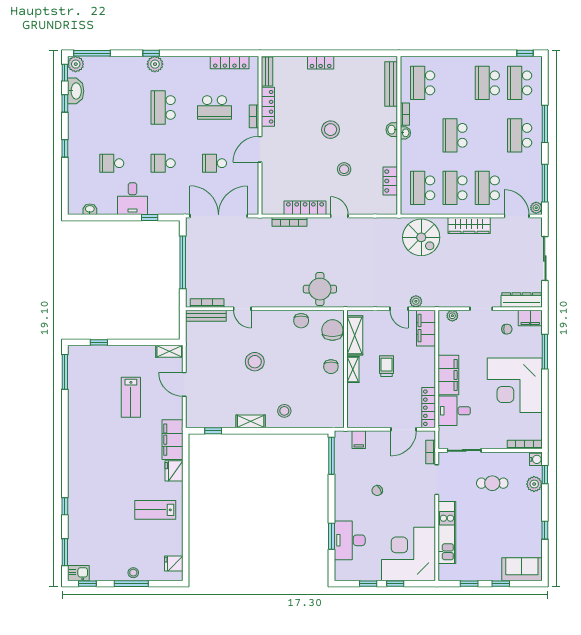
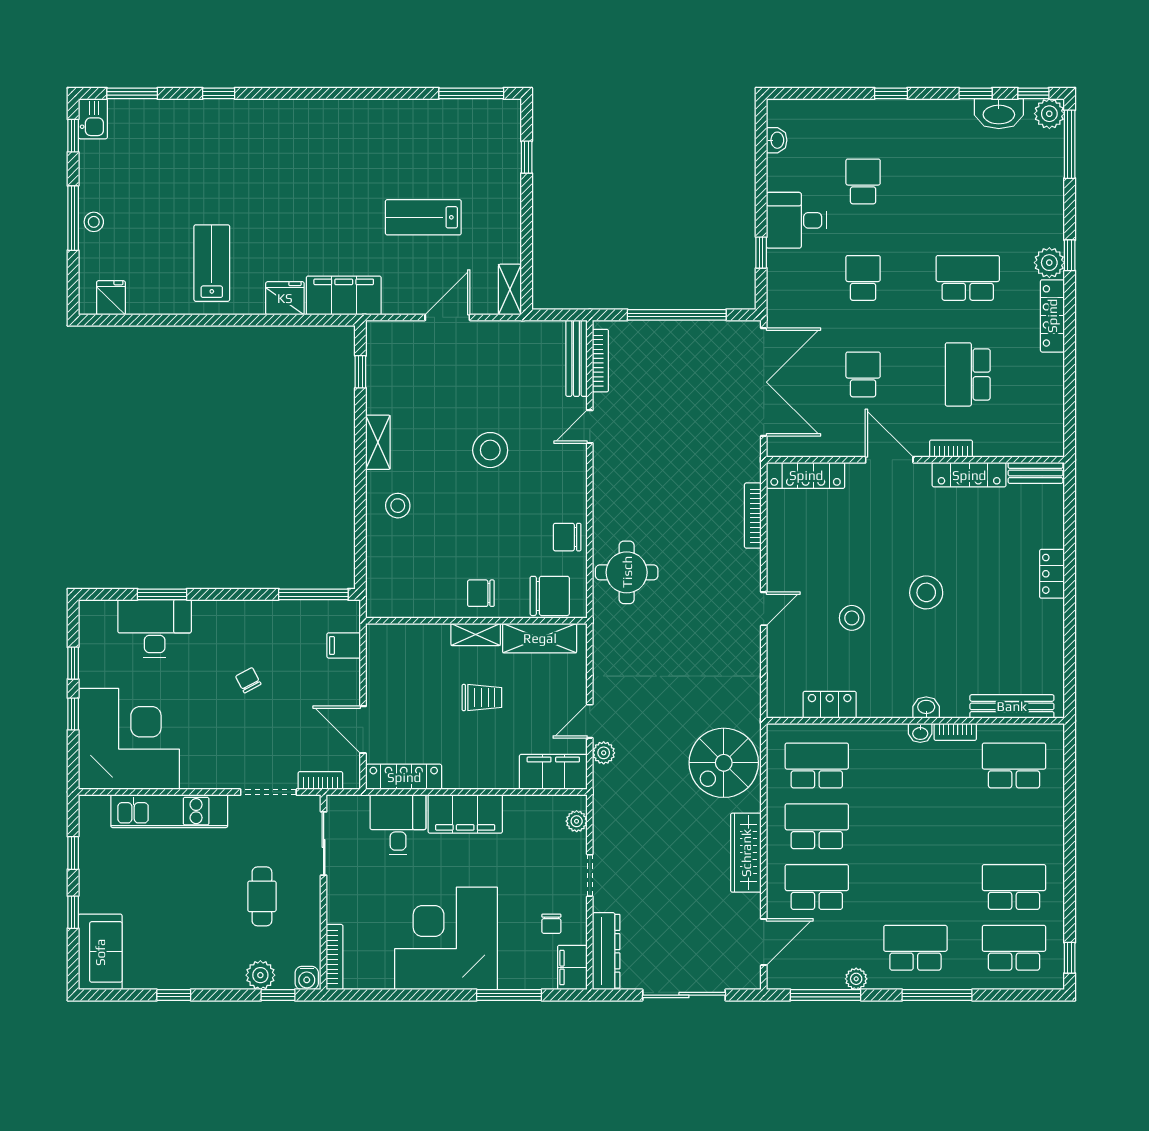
locker: (230, 62) -> (1052, 316), moved
school desk: (455, 135) -> (915, 826), removed
locker: (305, 208) -> (806, 475), moved, turned 90
plant: (536, 208) -> (856, 979), moved

